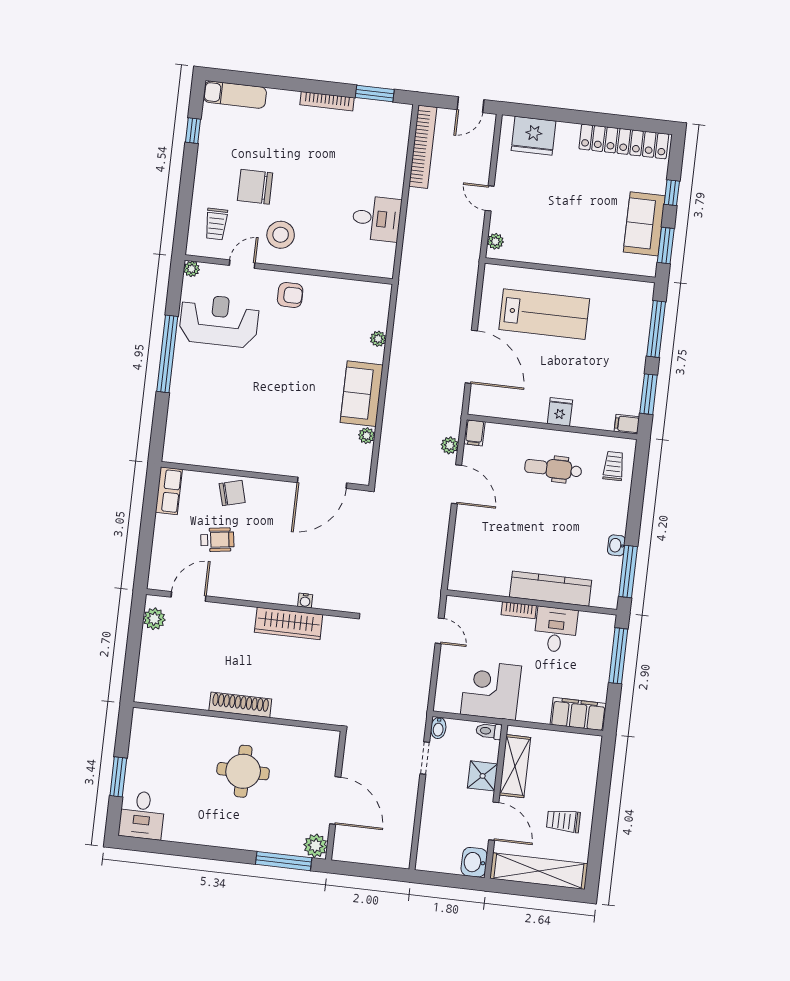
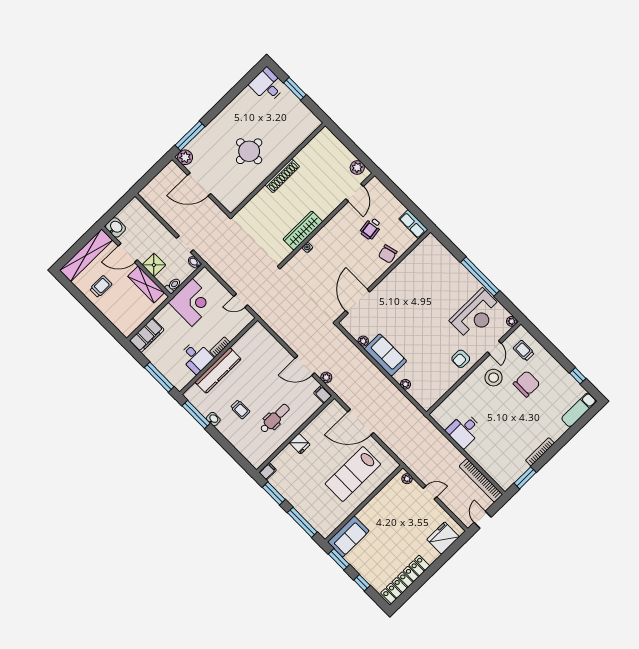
sofa: (644, 224) -> (348, 537), moved, turned 90
trolley: (614, 466) -> (240, 409), moved

